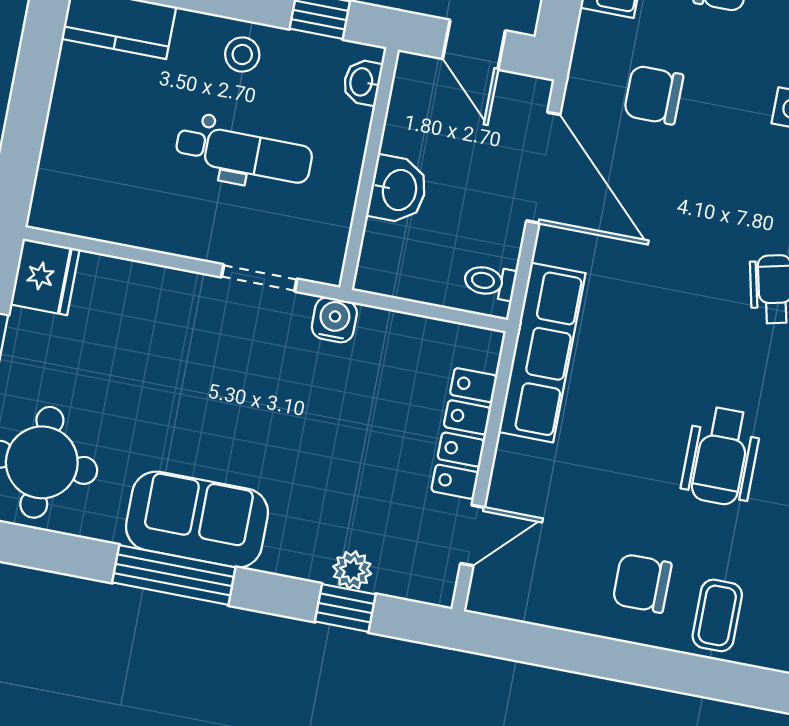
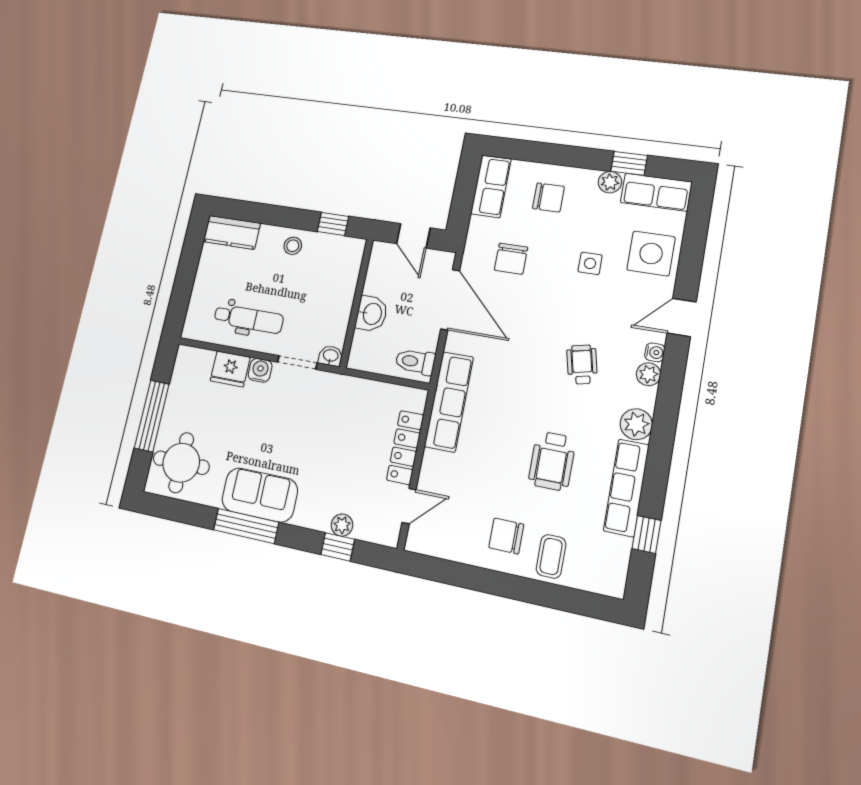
washbasin: (362, 82) -> (331, 356), moved, turned 90
chair: (654, 95) -> (511, 259), turned -90
dental chair: (244, 153) -> (249, 319), moved
fridge: (45, 277) -> (230, 369), moved, turned 90
toilet: (490, 282) -> (415, 362), width x1.37, depth x1.39
water cooler: (334, 320) -> (260, 370), moved

